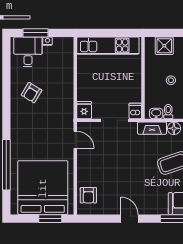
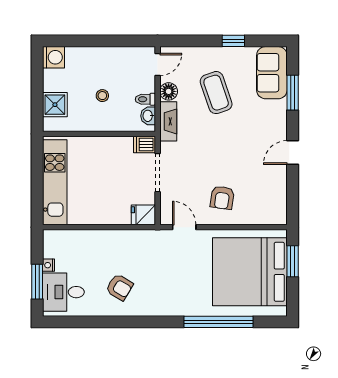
door: (75, 140) -> (184, 227), hinge flipped
armchair: (88, 195) -> (222, 198), moved, turned 98

